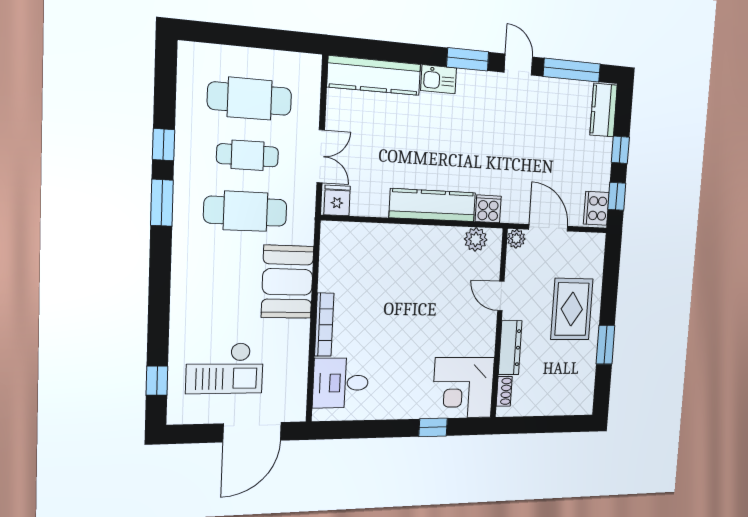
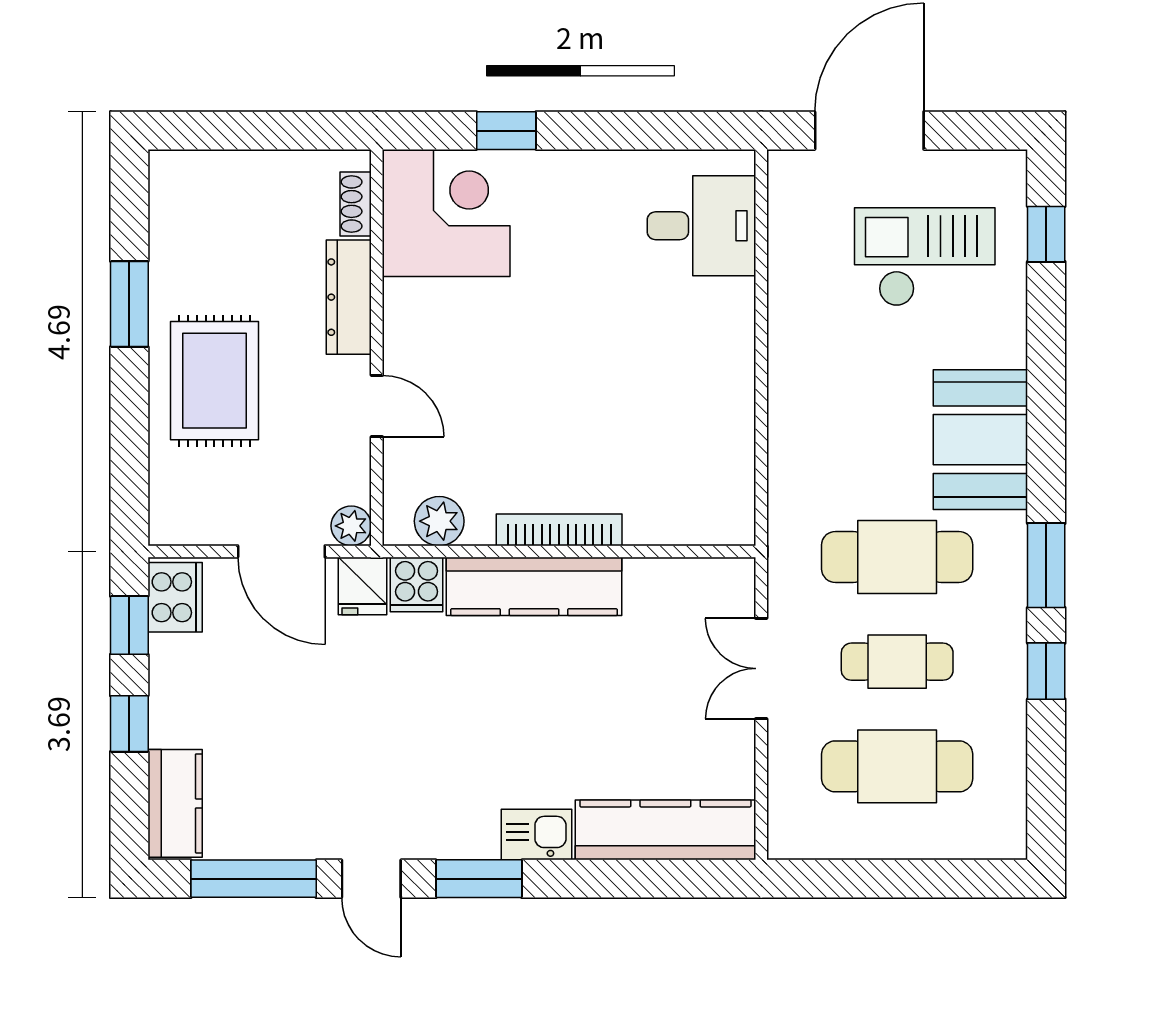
fridge: (337, 200) -> (363, 586), moved
booth: (287, 282) -> (980, 440), moved
bookcase: (324, 325) -> (559, 530), moved, turned 90

